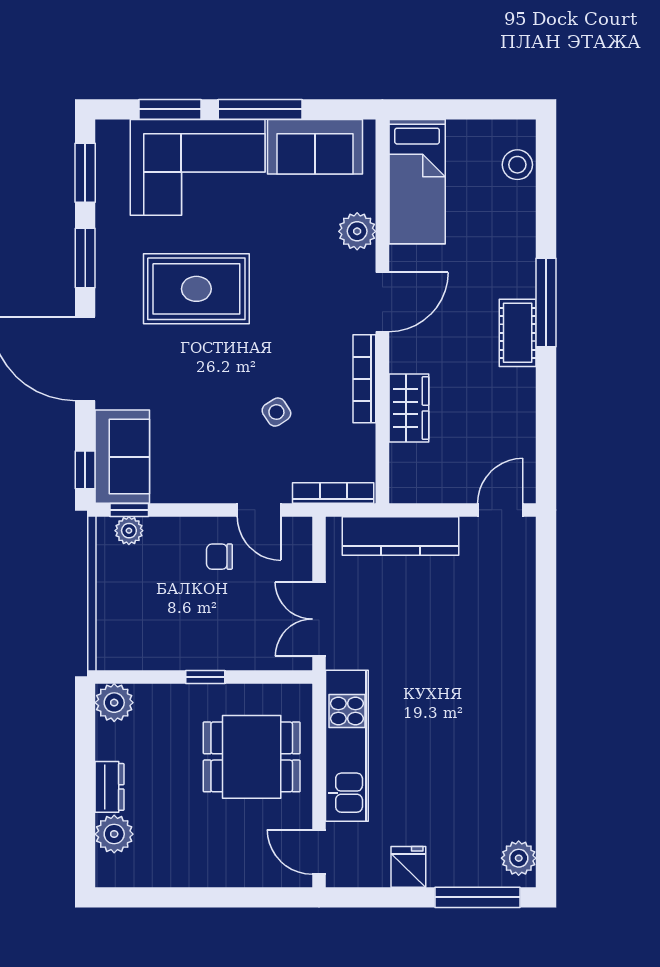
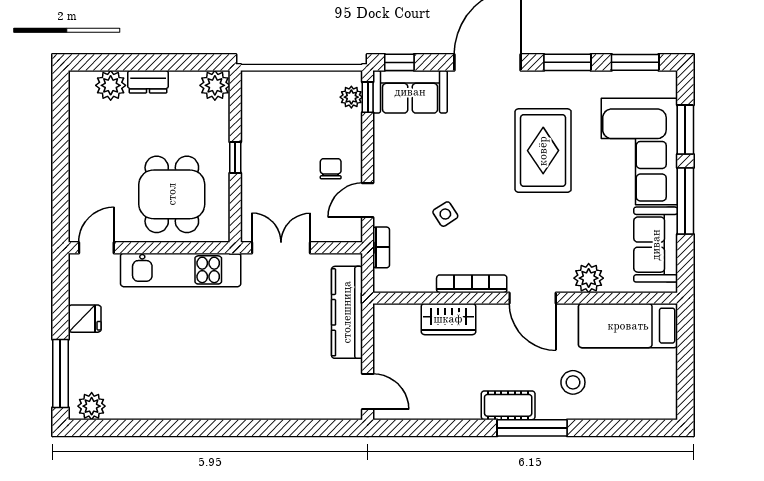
stool: (517, 165) -> (573, 382), moved
bookcase: (333, 493) -> (381, 247), width x0.64

